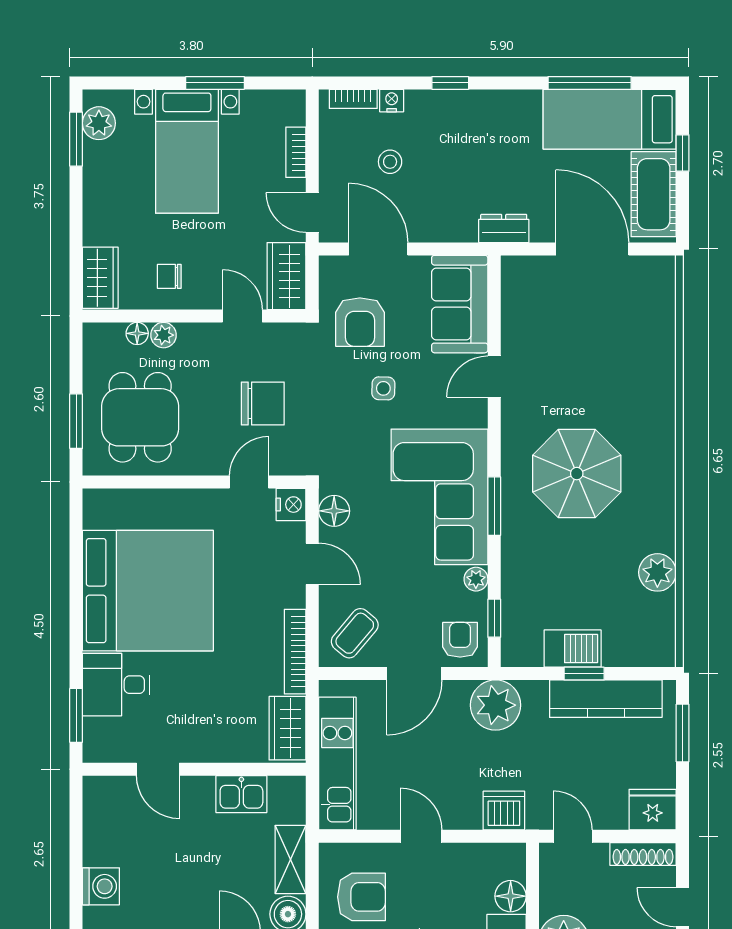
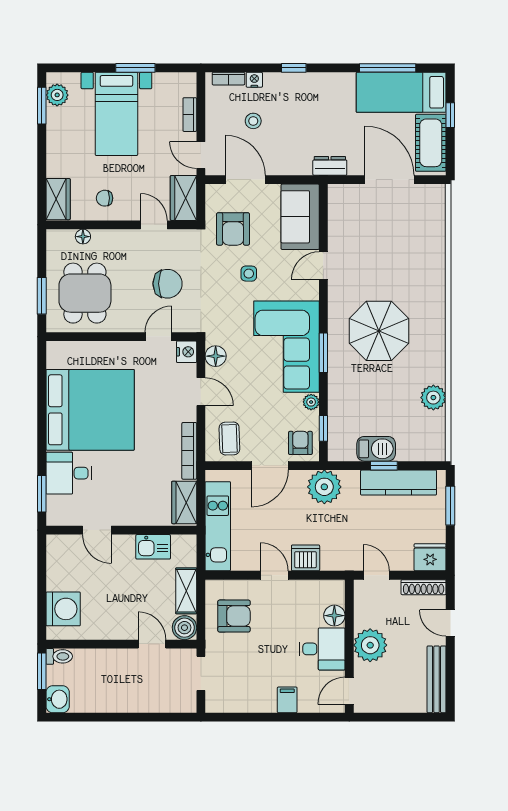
plant: (164, 335) -> (101, 238), removed
coffee table: (355, 633) -> (229, 438), turned -42
dishwasher: (504, 811) -> (306, 558), moved
washing machine: (101, 886) -> (63, 609), width x1.37, depth x1.37

